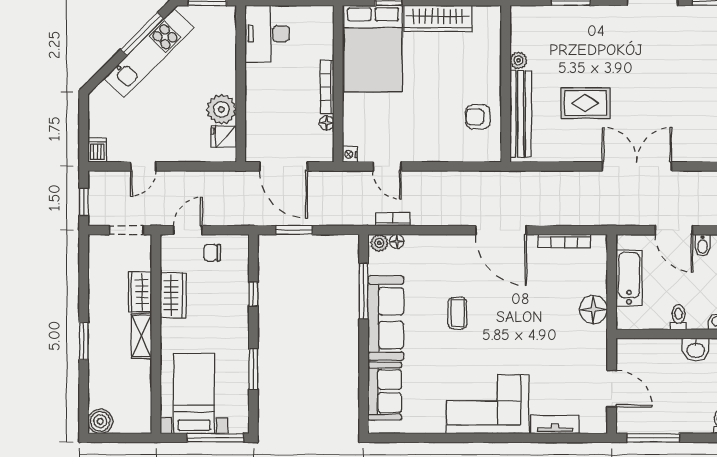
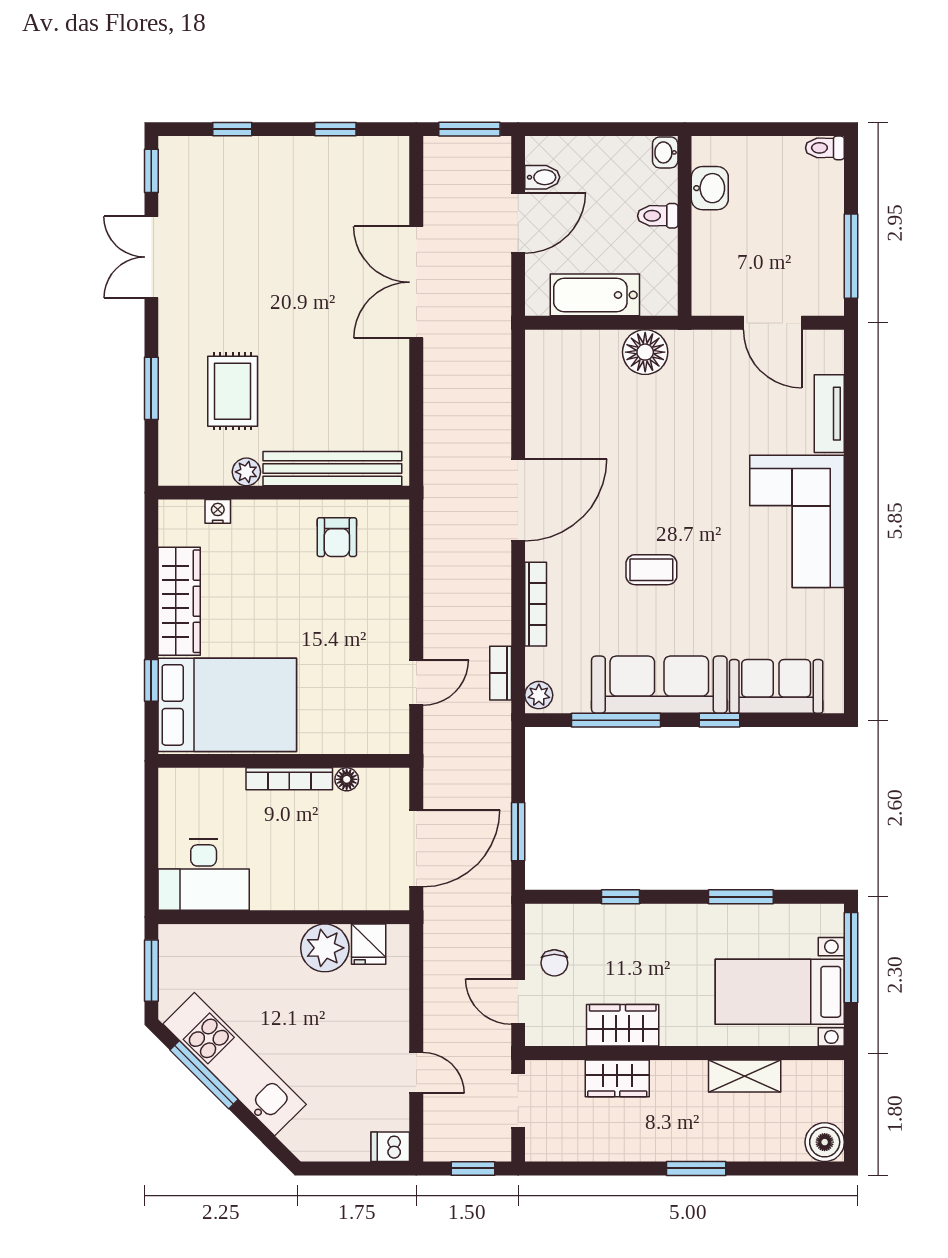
rug: (586, 103) -> (233, 391), moved
nightstand: (350, 154) -> (218, 511), moved, turned 180
floor lamp: (397, 241) -> (536, 667), removed
bookcase: (564, 241) -> (536, 604), moved
shelving: (141, 336) -> (745, 1076), moved
window: (364, 356) -> (720, 720), added
door: (612, 389) -> (772, 323), swing flipped

